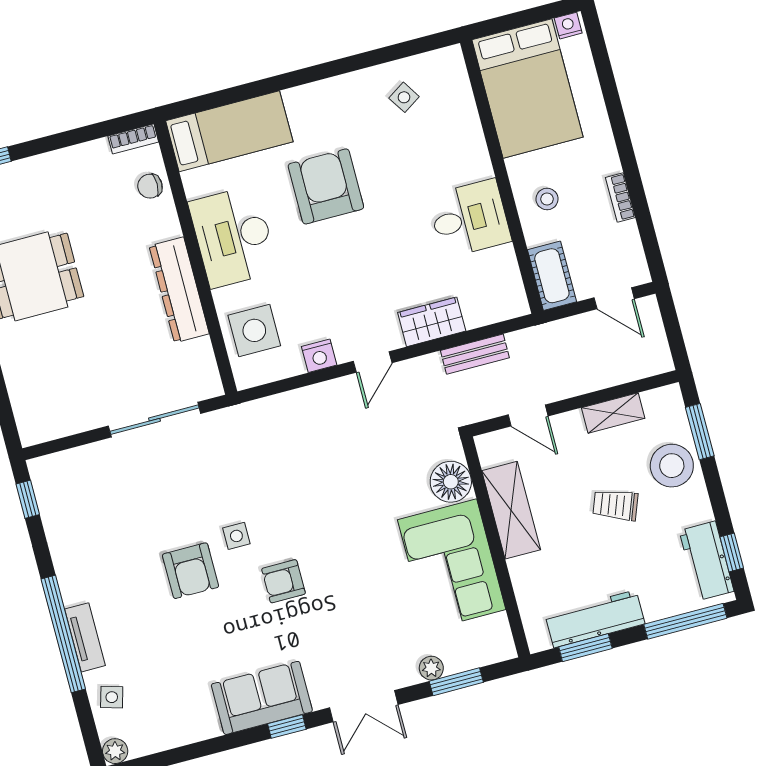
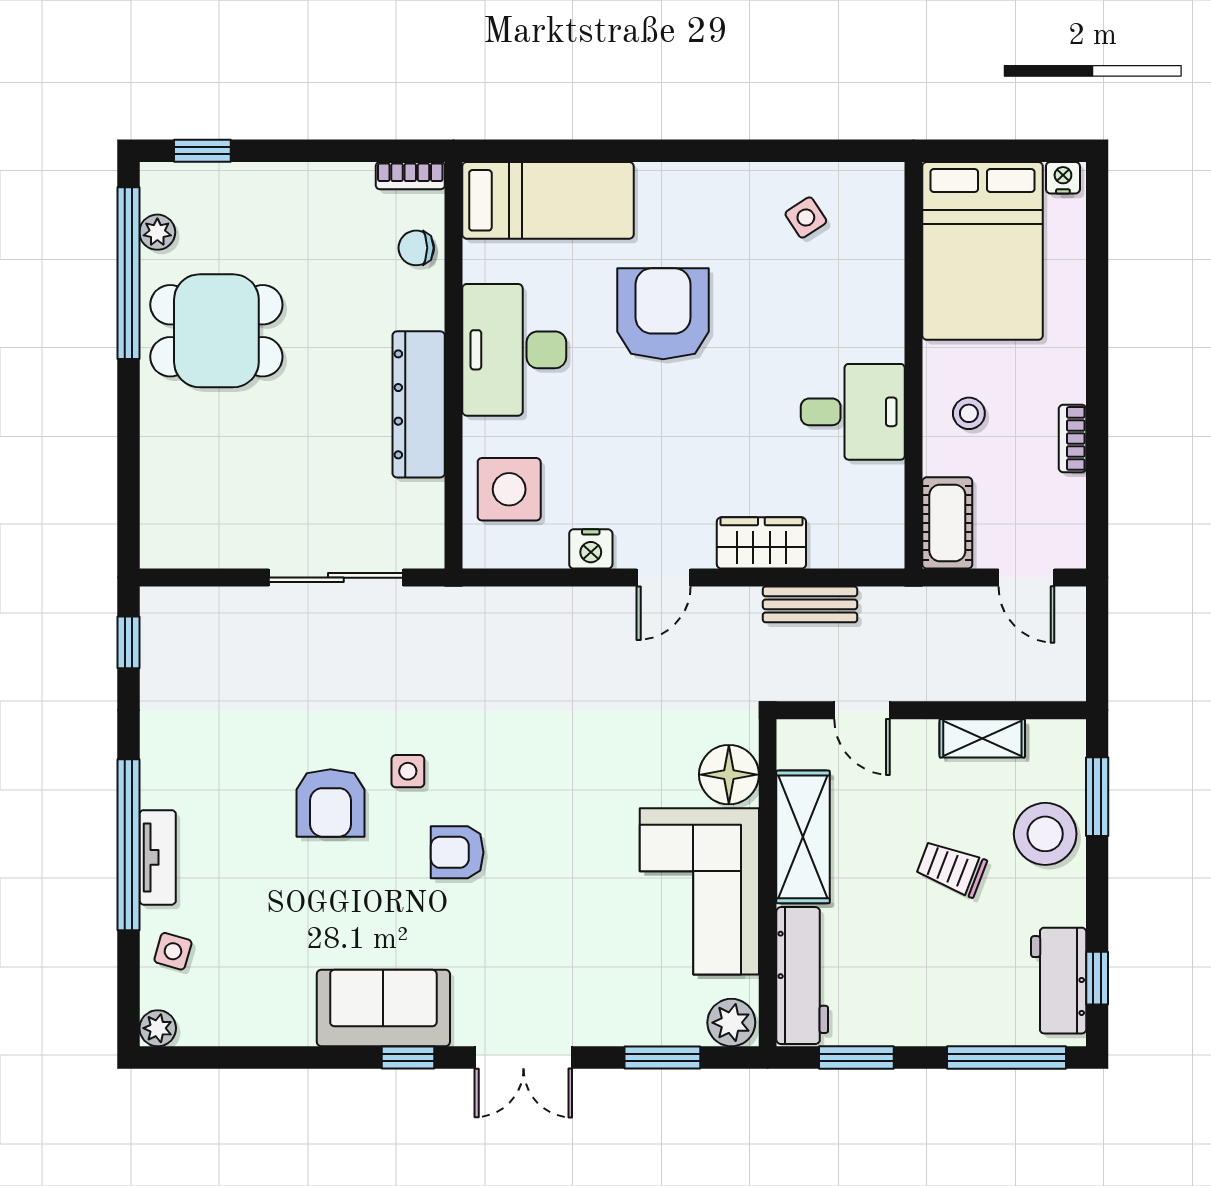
workbench: (595, 619) -> (802, 976), moved, turned 90
plant: (431, 668) -> (731, 1023), moved, width x1.38, depth x1.38

